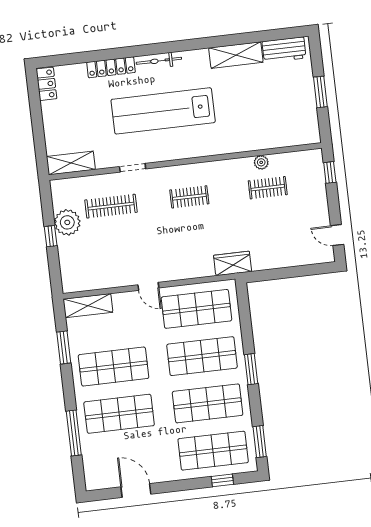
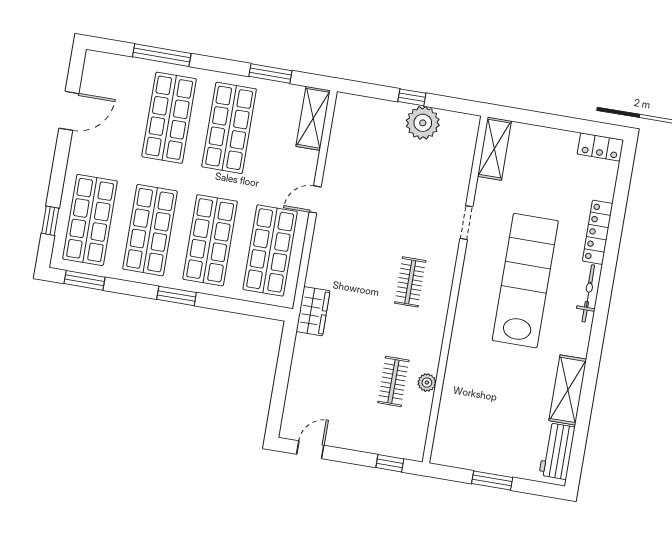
clothes rail: (111, 206) -> (427, 182), removed

